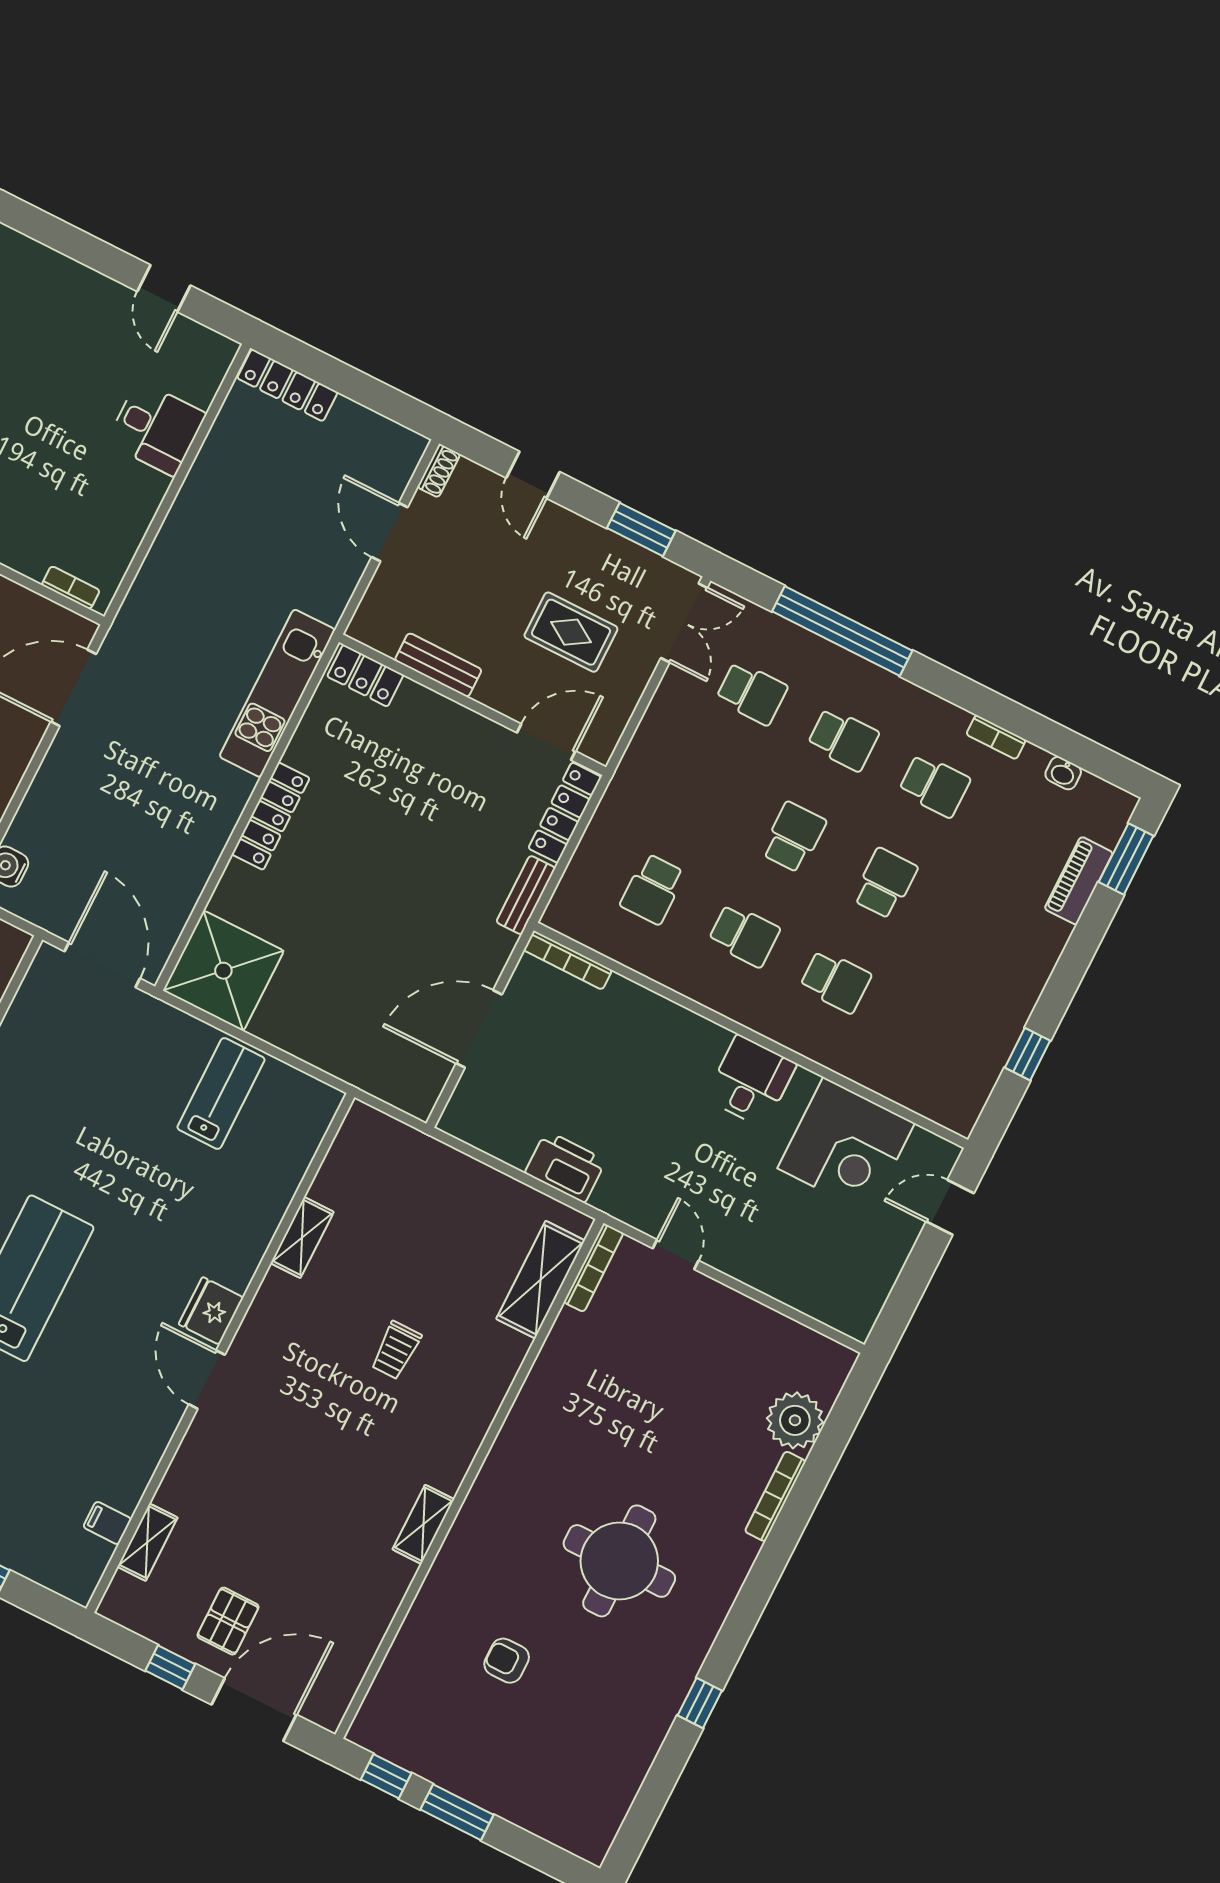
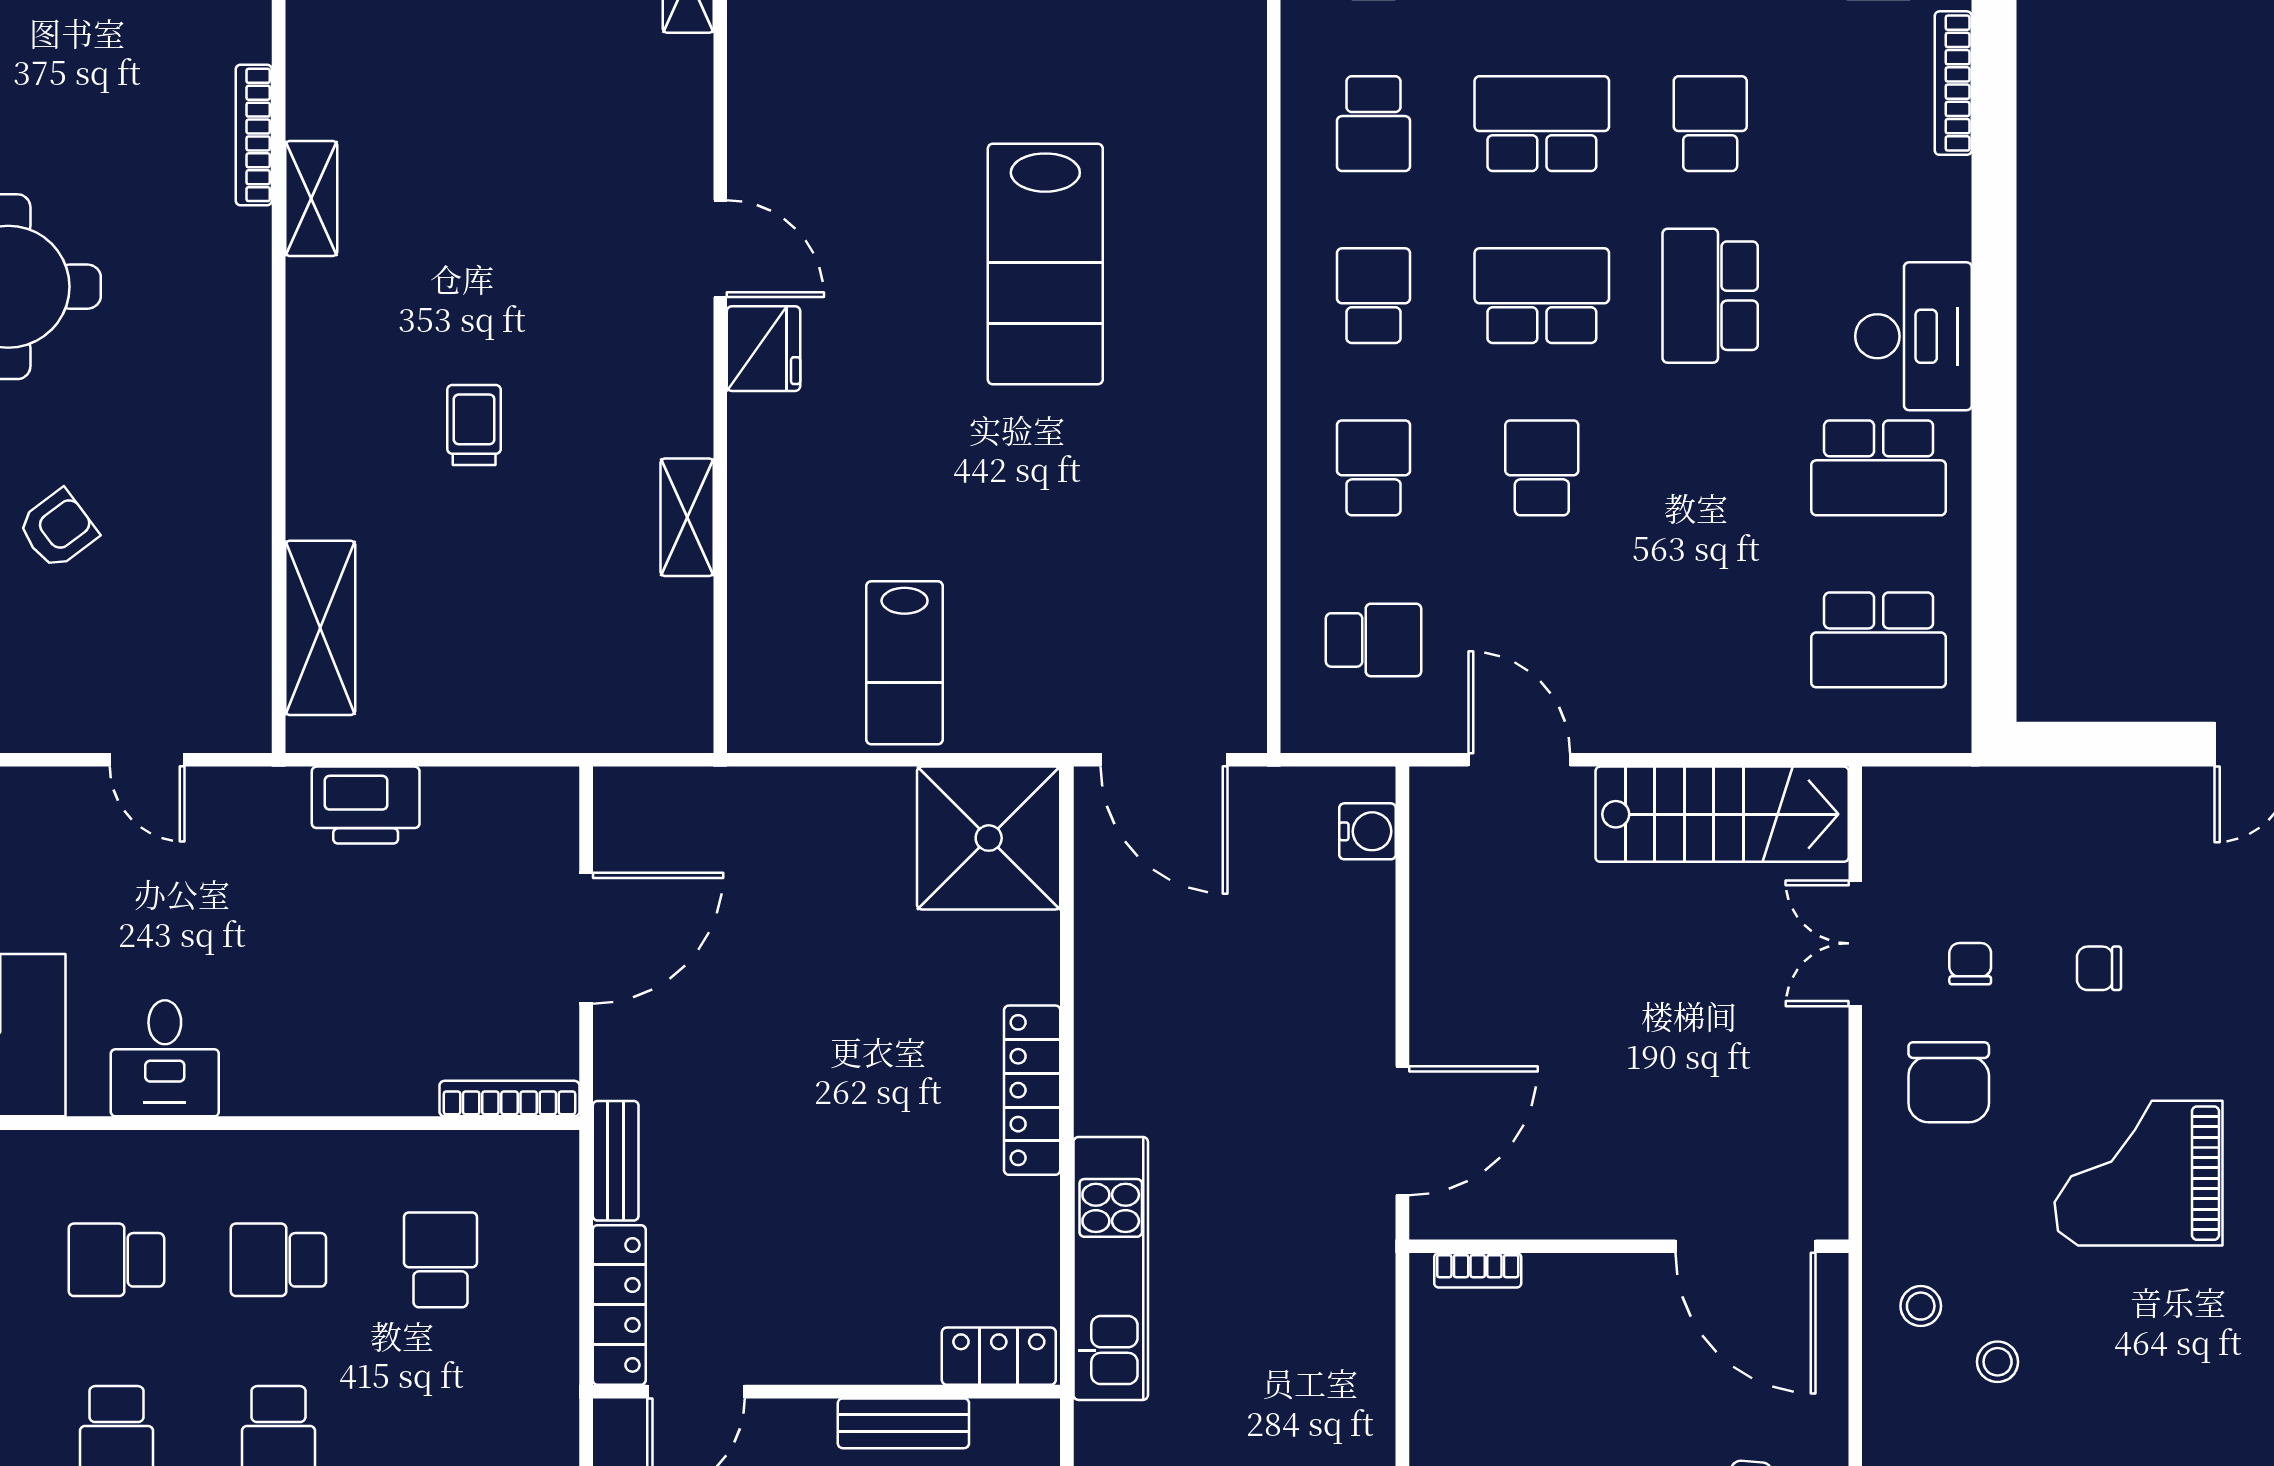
bookcase: (594, 1268) -> (254, 135), moved
armchair: (507, 1661) -> (58, 529), moved, turned -37

